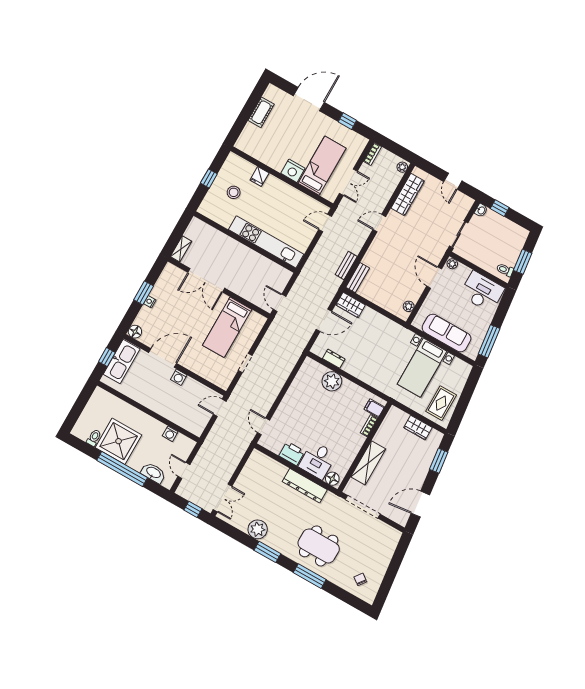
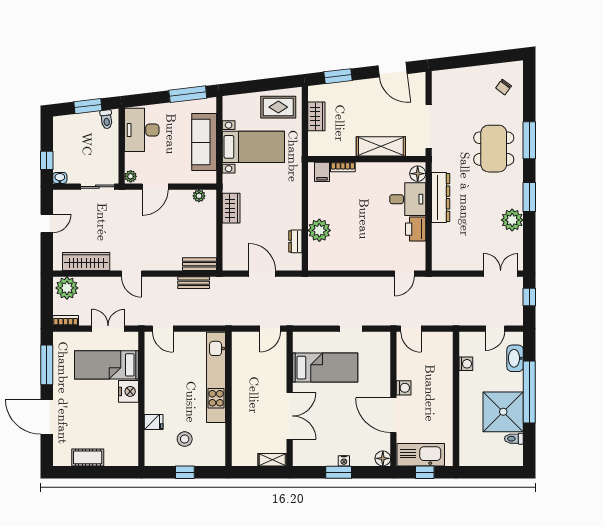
window: (347, 121) -> (47, 365), width x2.17
plant: (402, 167) -> (67, 288), width x1.87, depth x1.87
wardrobe: (351, 305) -> (231, 208), moved

